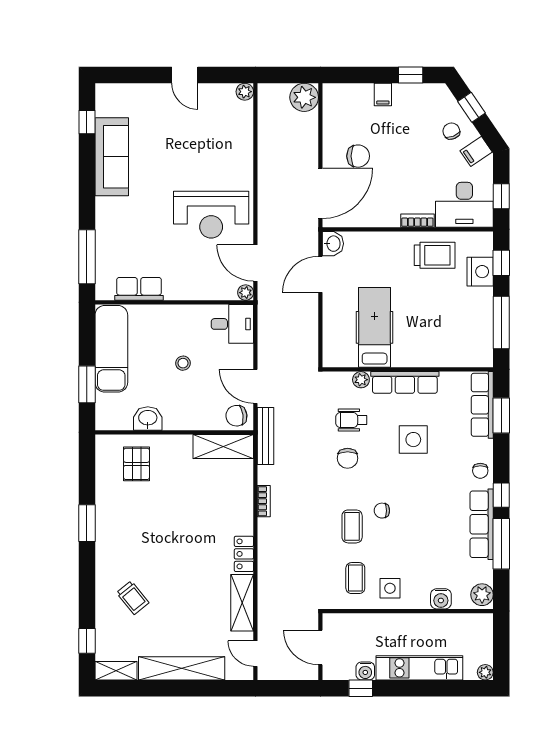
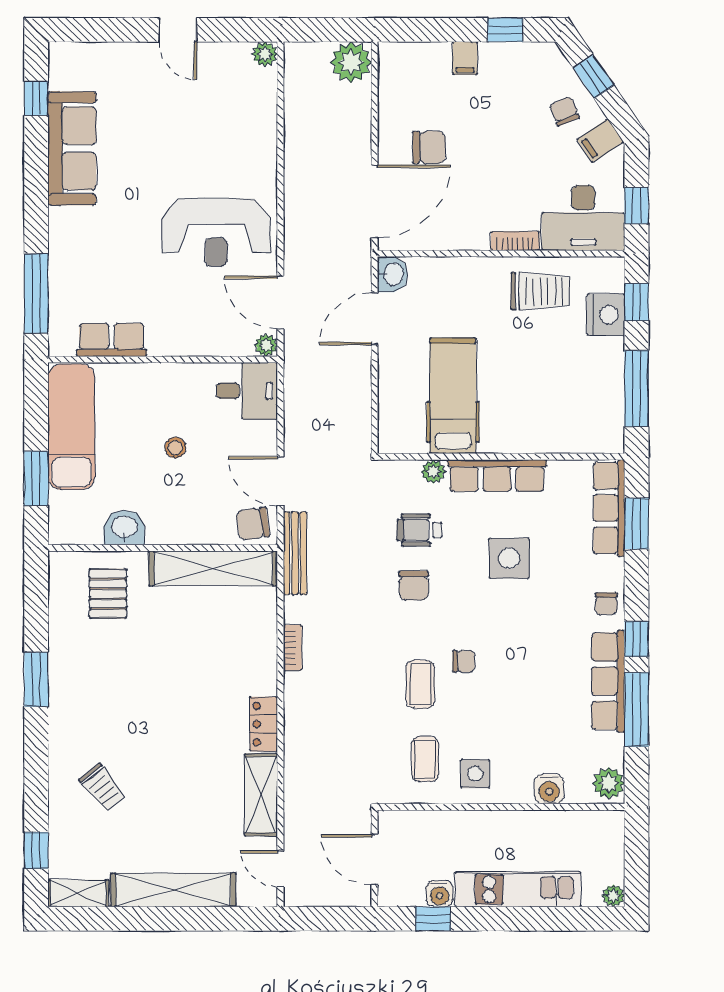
shelving: (223, 446) -> (213, 568), width x1.47
chair: (382, 511) -> (464, 661), turned 180

